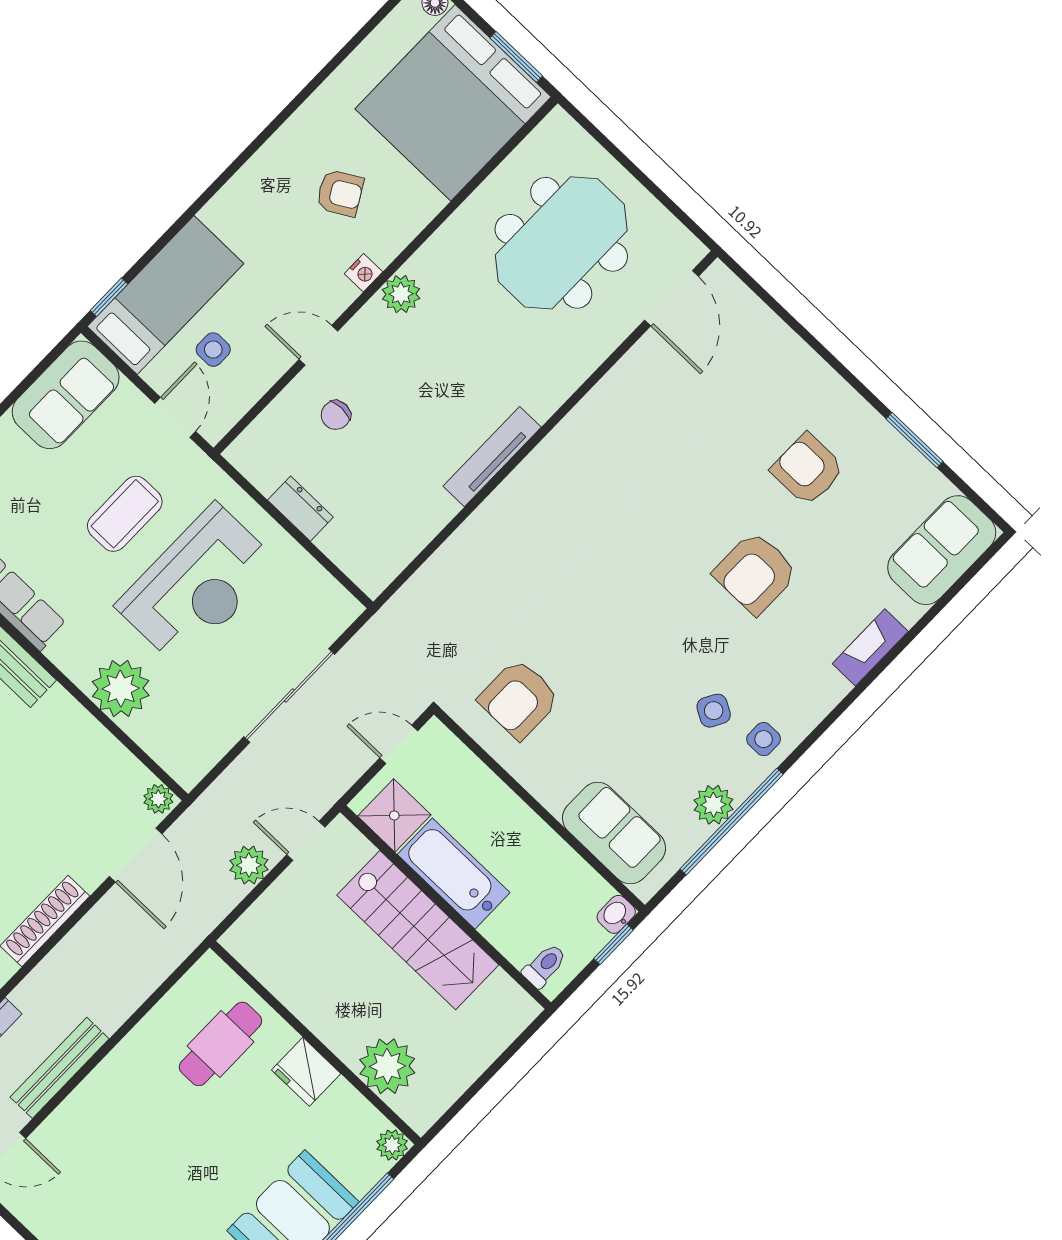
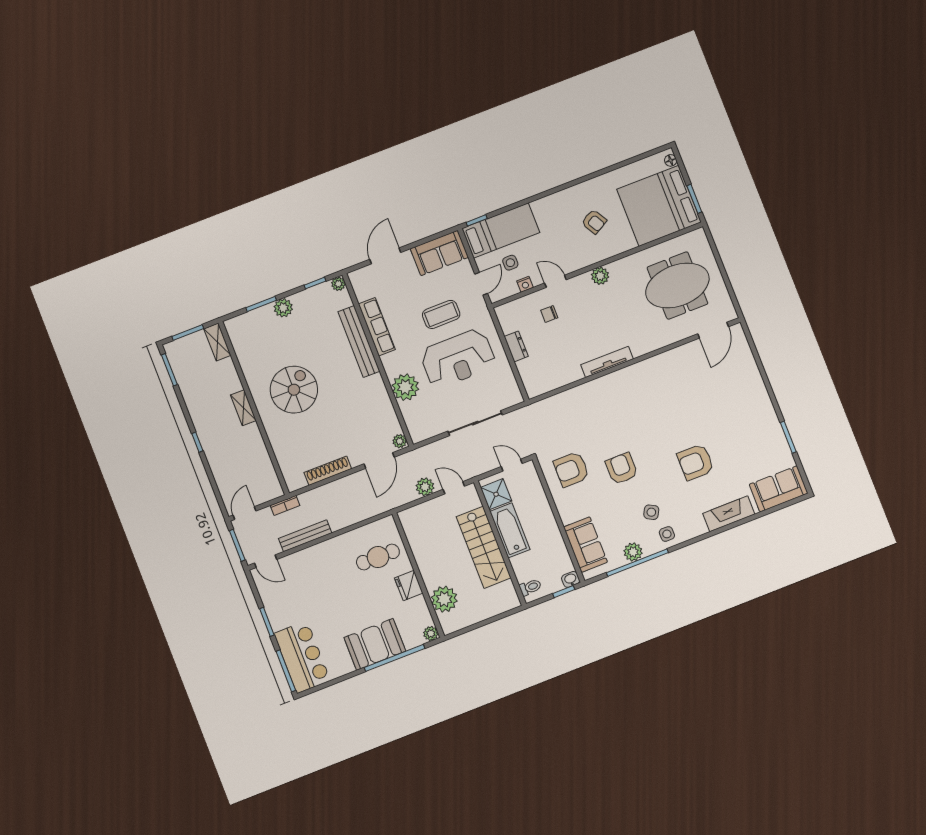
nightstand: (363, 273) -> (525, 284), moved
armchair: (808, 469) -> (622, 469), moved
fireplace: (870, 647) -> (729, 514), width x1.37, depth x1.32

